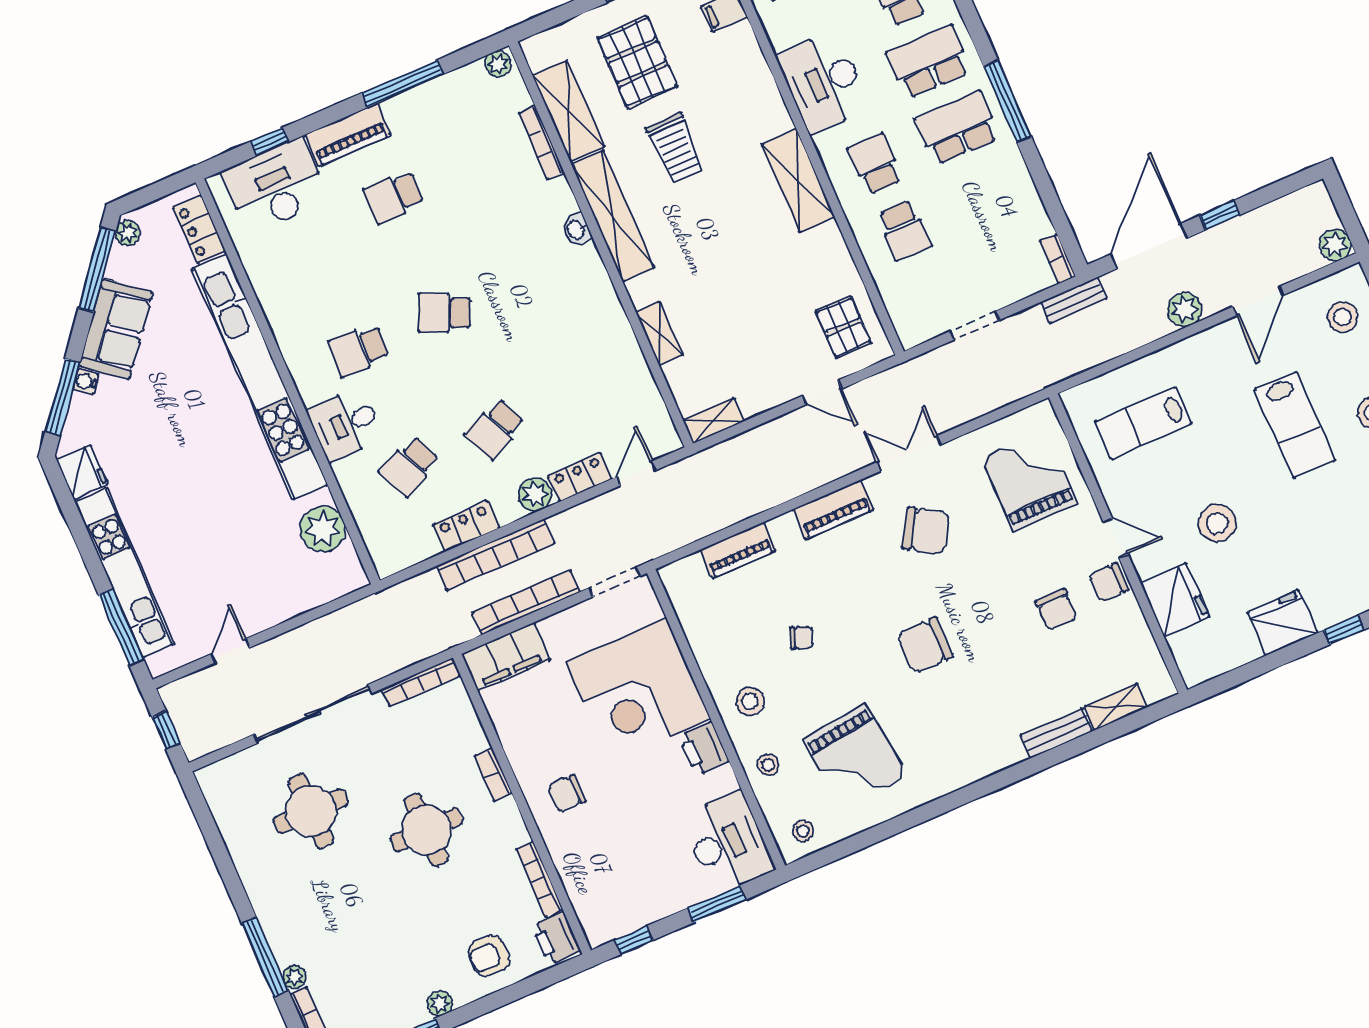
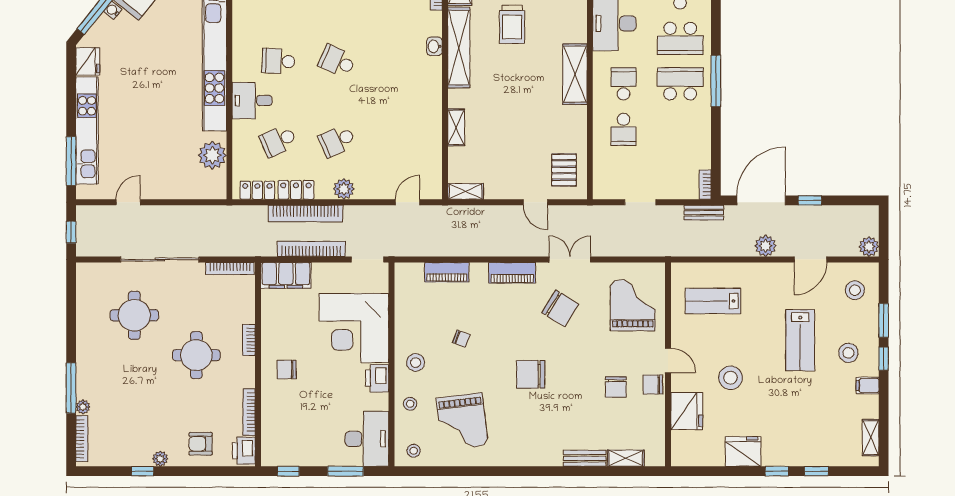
school desk: (929, 62) -> (680, 38), turned 180
locker: (580, 477) -> (257, 190), moved

